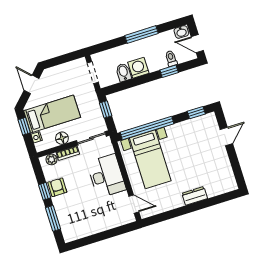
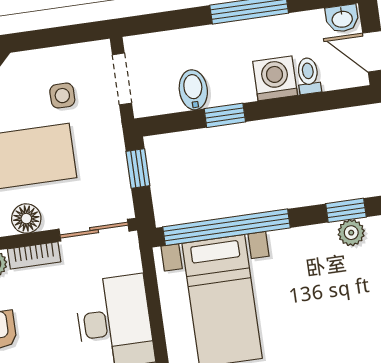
washing machine: (138, 68) -> (275, 78), moved
window: (169, 71) -> (225, 115), moved
side table: (69, 84) -> (62, 96), added
plant: (200, 122) -> (351, 233), added

